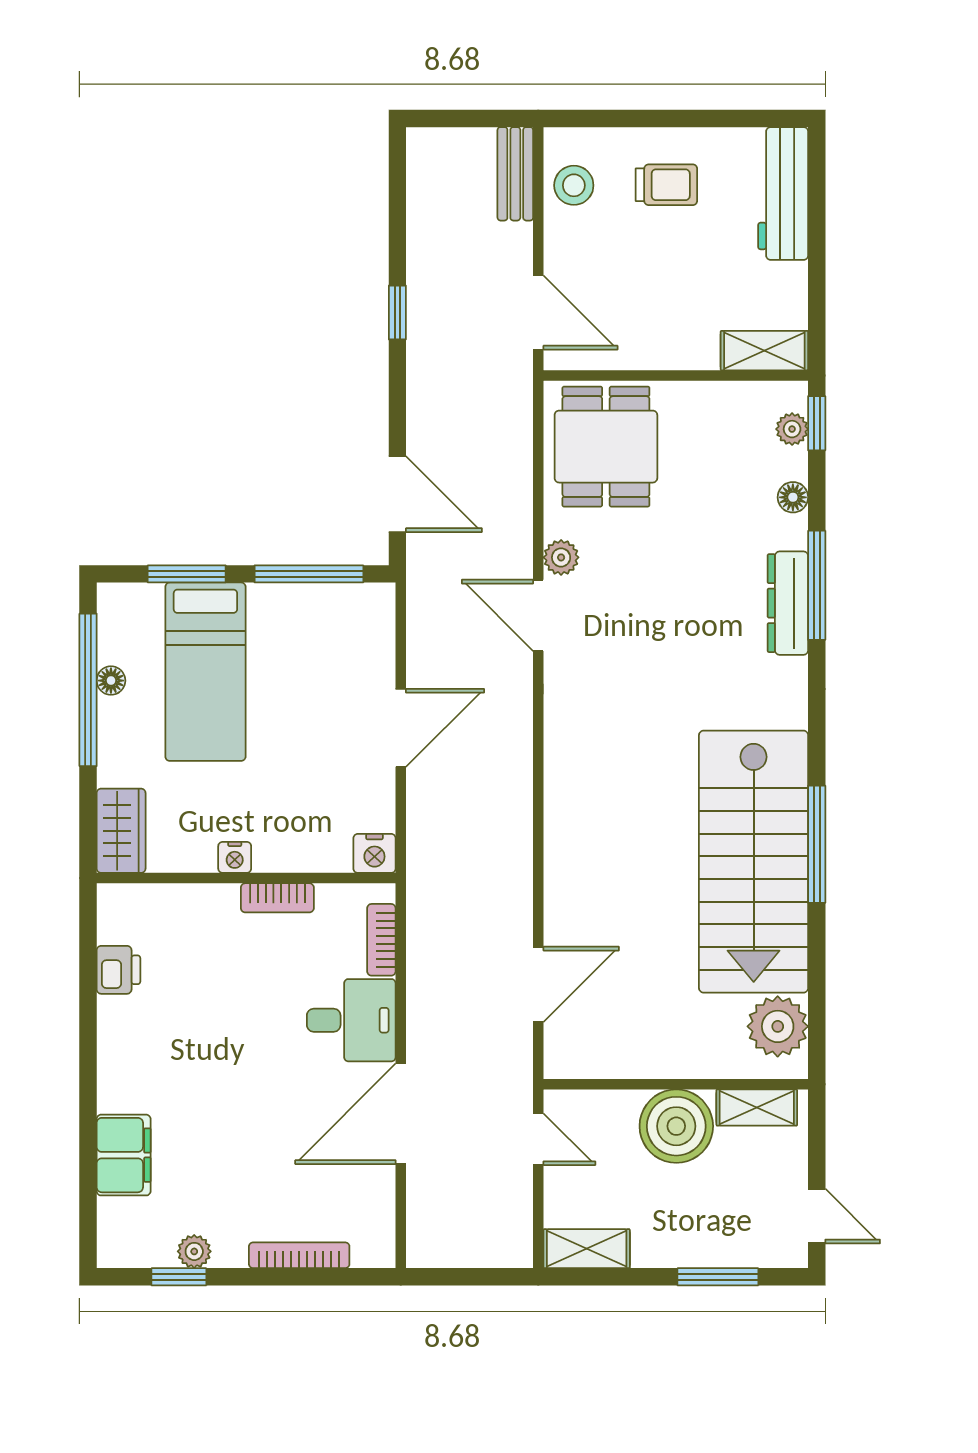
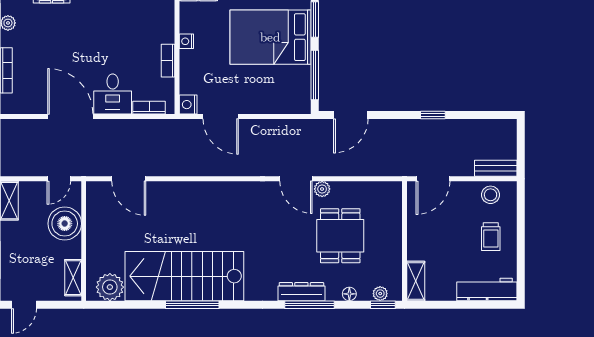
dining table: (606, 447) -> (340, 236), moved, turned 90
door: (538, 615) -> (296, 179), swing flipped
bed: (205, 672) -> (270, 37), width x1.50
door: (401, 728) -> (221, 116), moved
boiler: (676, 1126) -> (65, 224), moved

